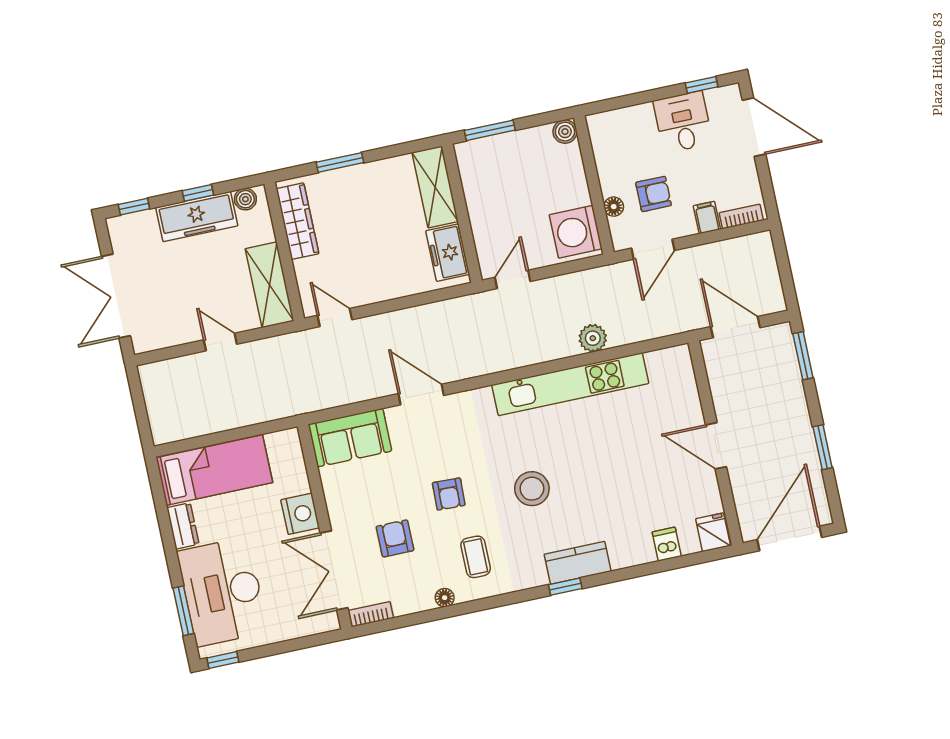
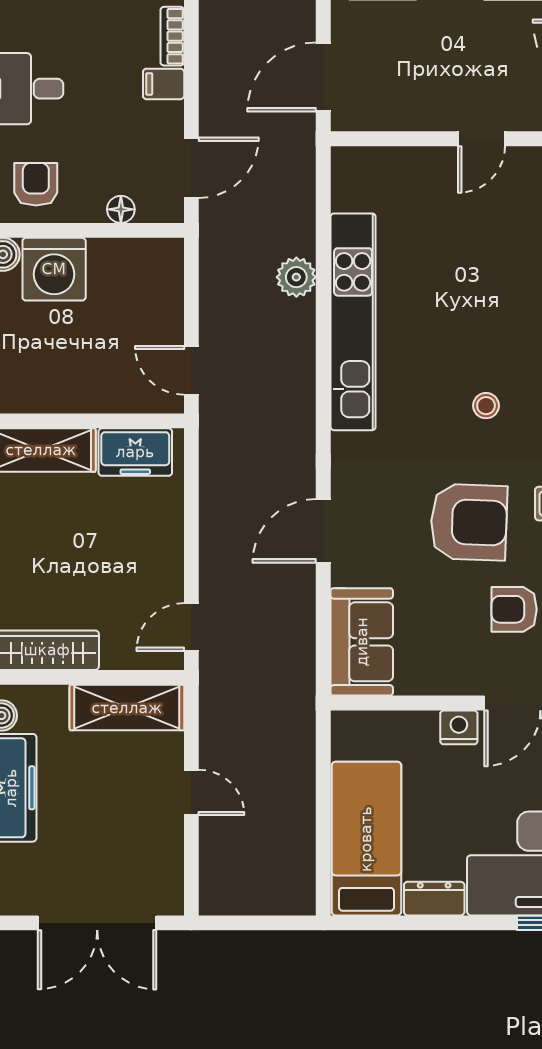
armchair: (654, 194) -> (36, 184), moved
washing machine: (576, 232) -> (54, 269), moved
door: (653, 249) -> (191, 168), hinge flipped
door: (220, 342) -> (191, 792), swing flipped
door: (716, 446) -> (481, 139), width x0.73
stool: (532, 489) -> (486, 406), width x0.53, depth x0.53
armchair: (449, 494) -> (469, 522), width x1.88, depth x1.88
nightstand: (300, 514) -> (459, 727), width x0.74, depth x0.75

